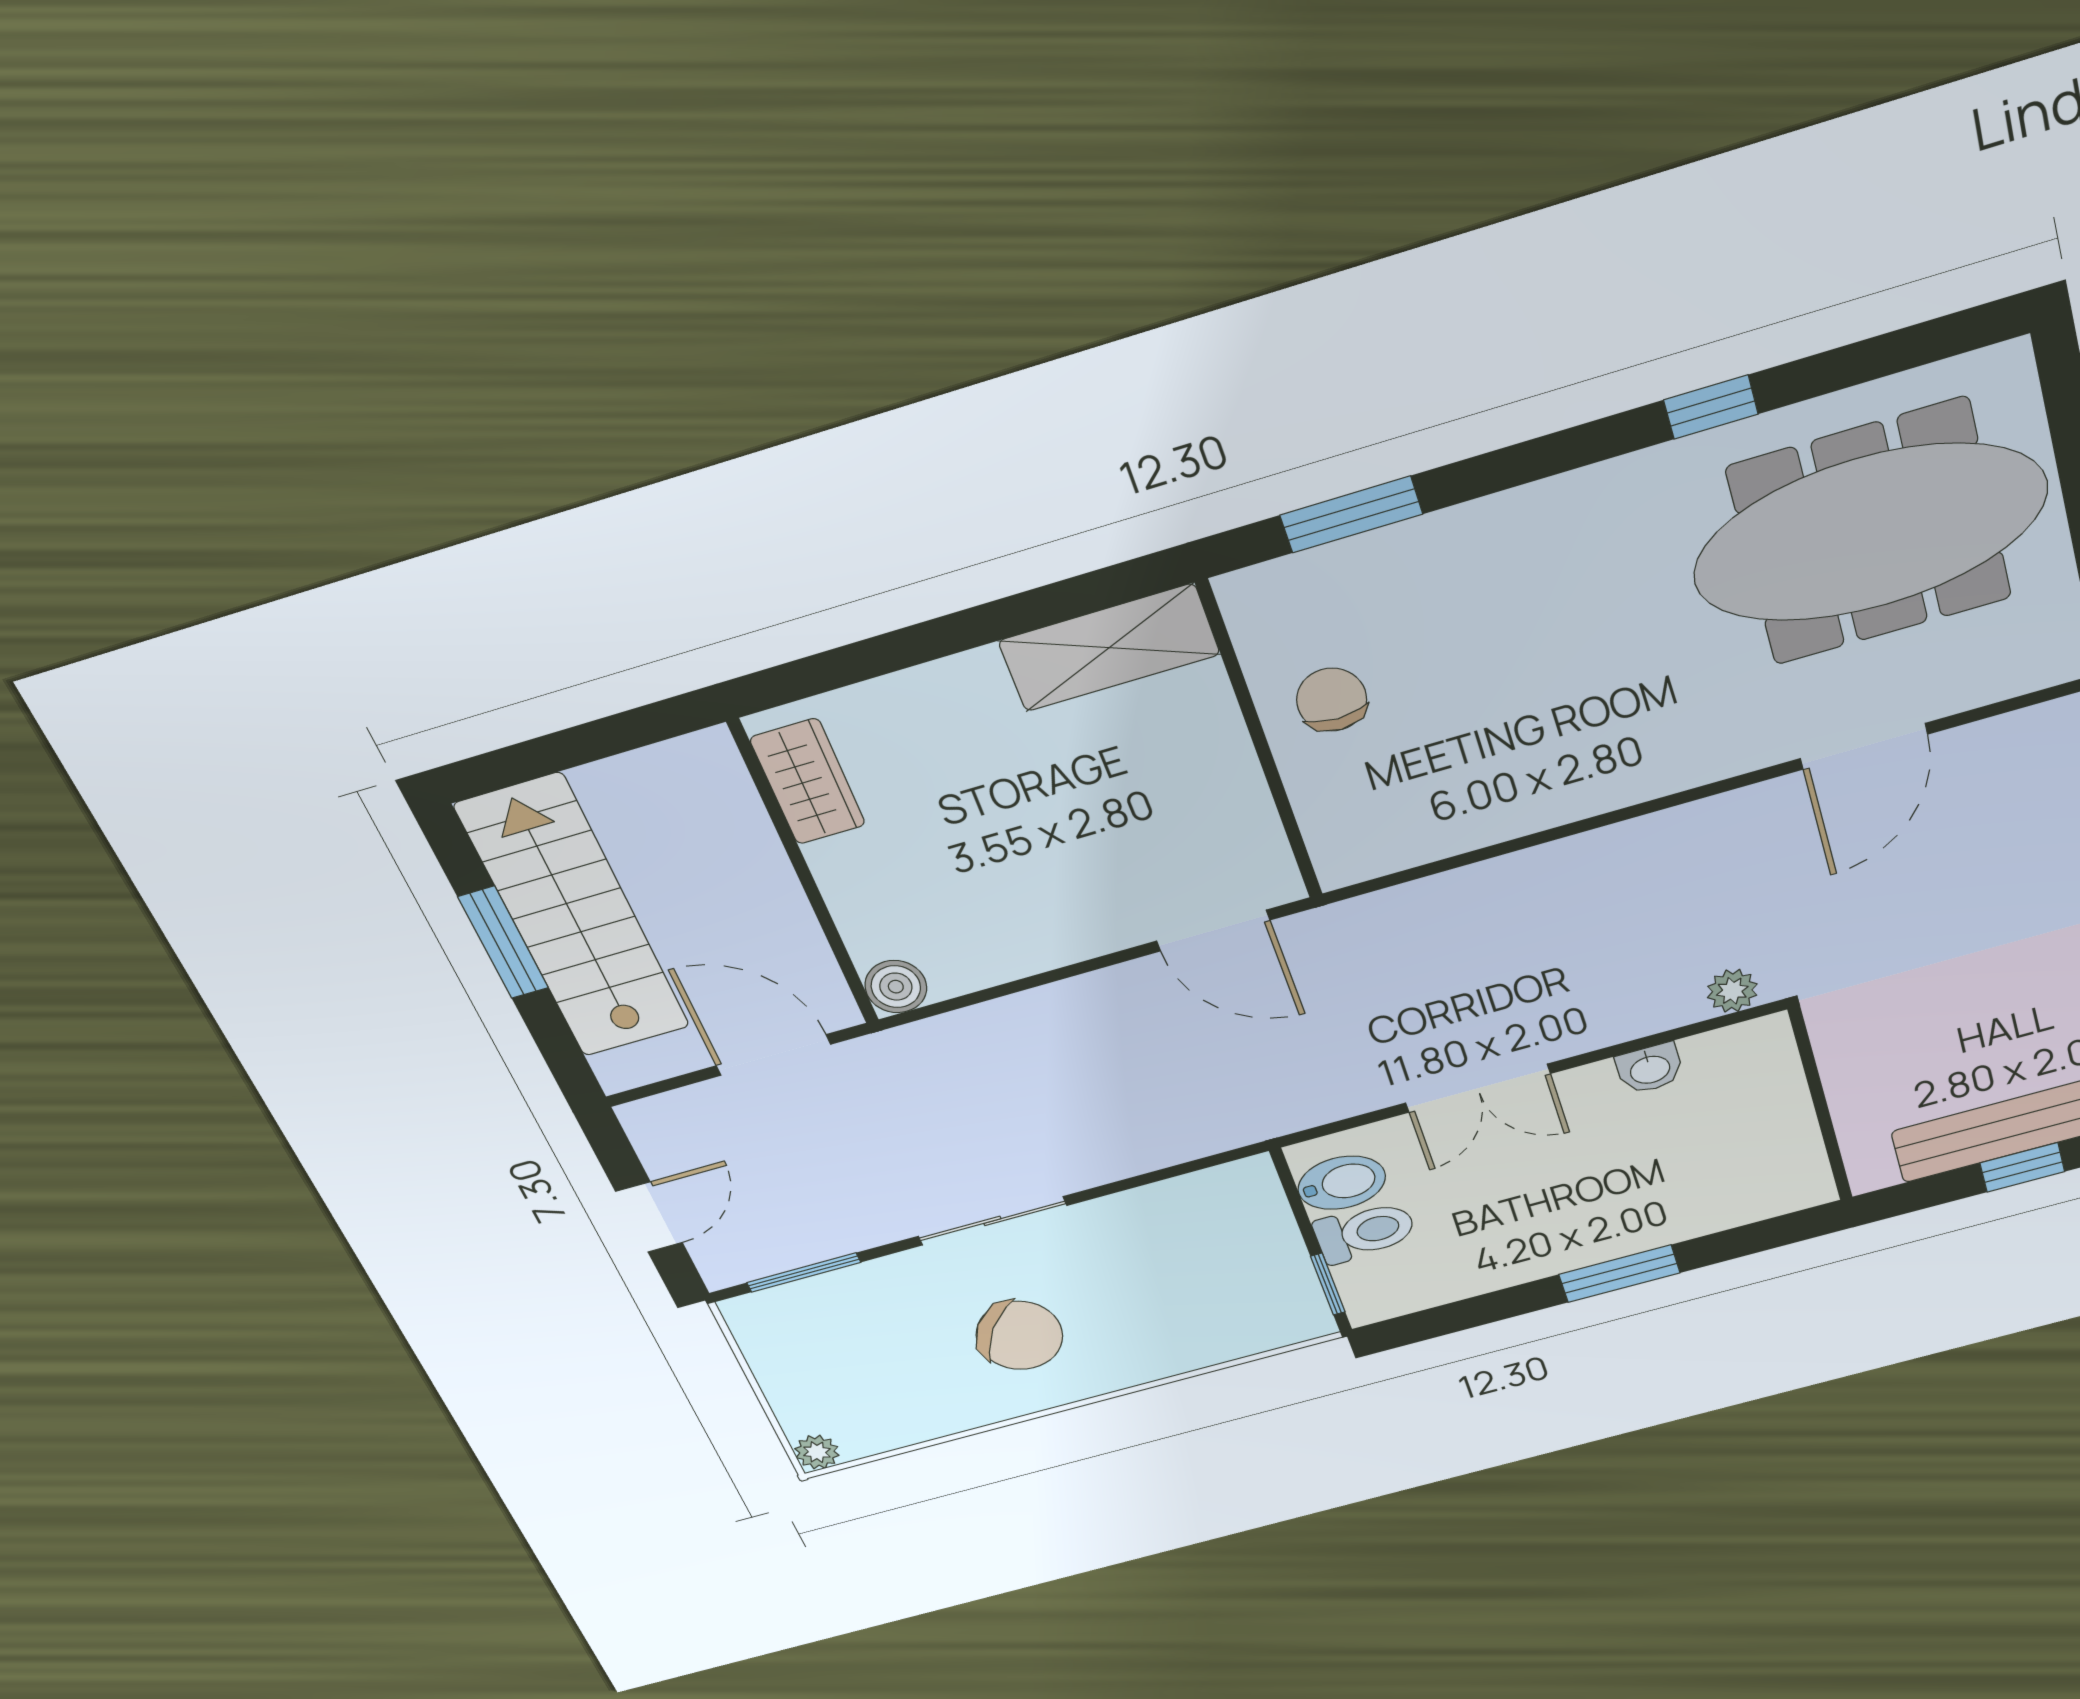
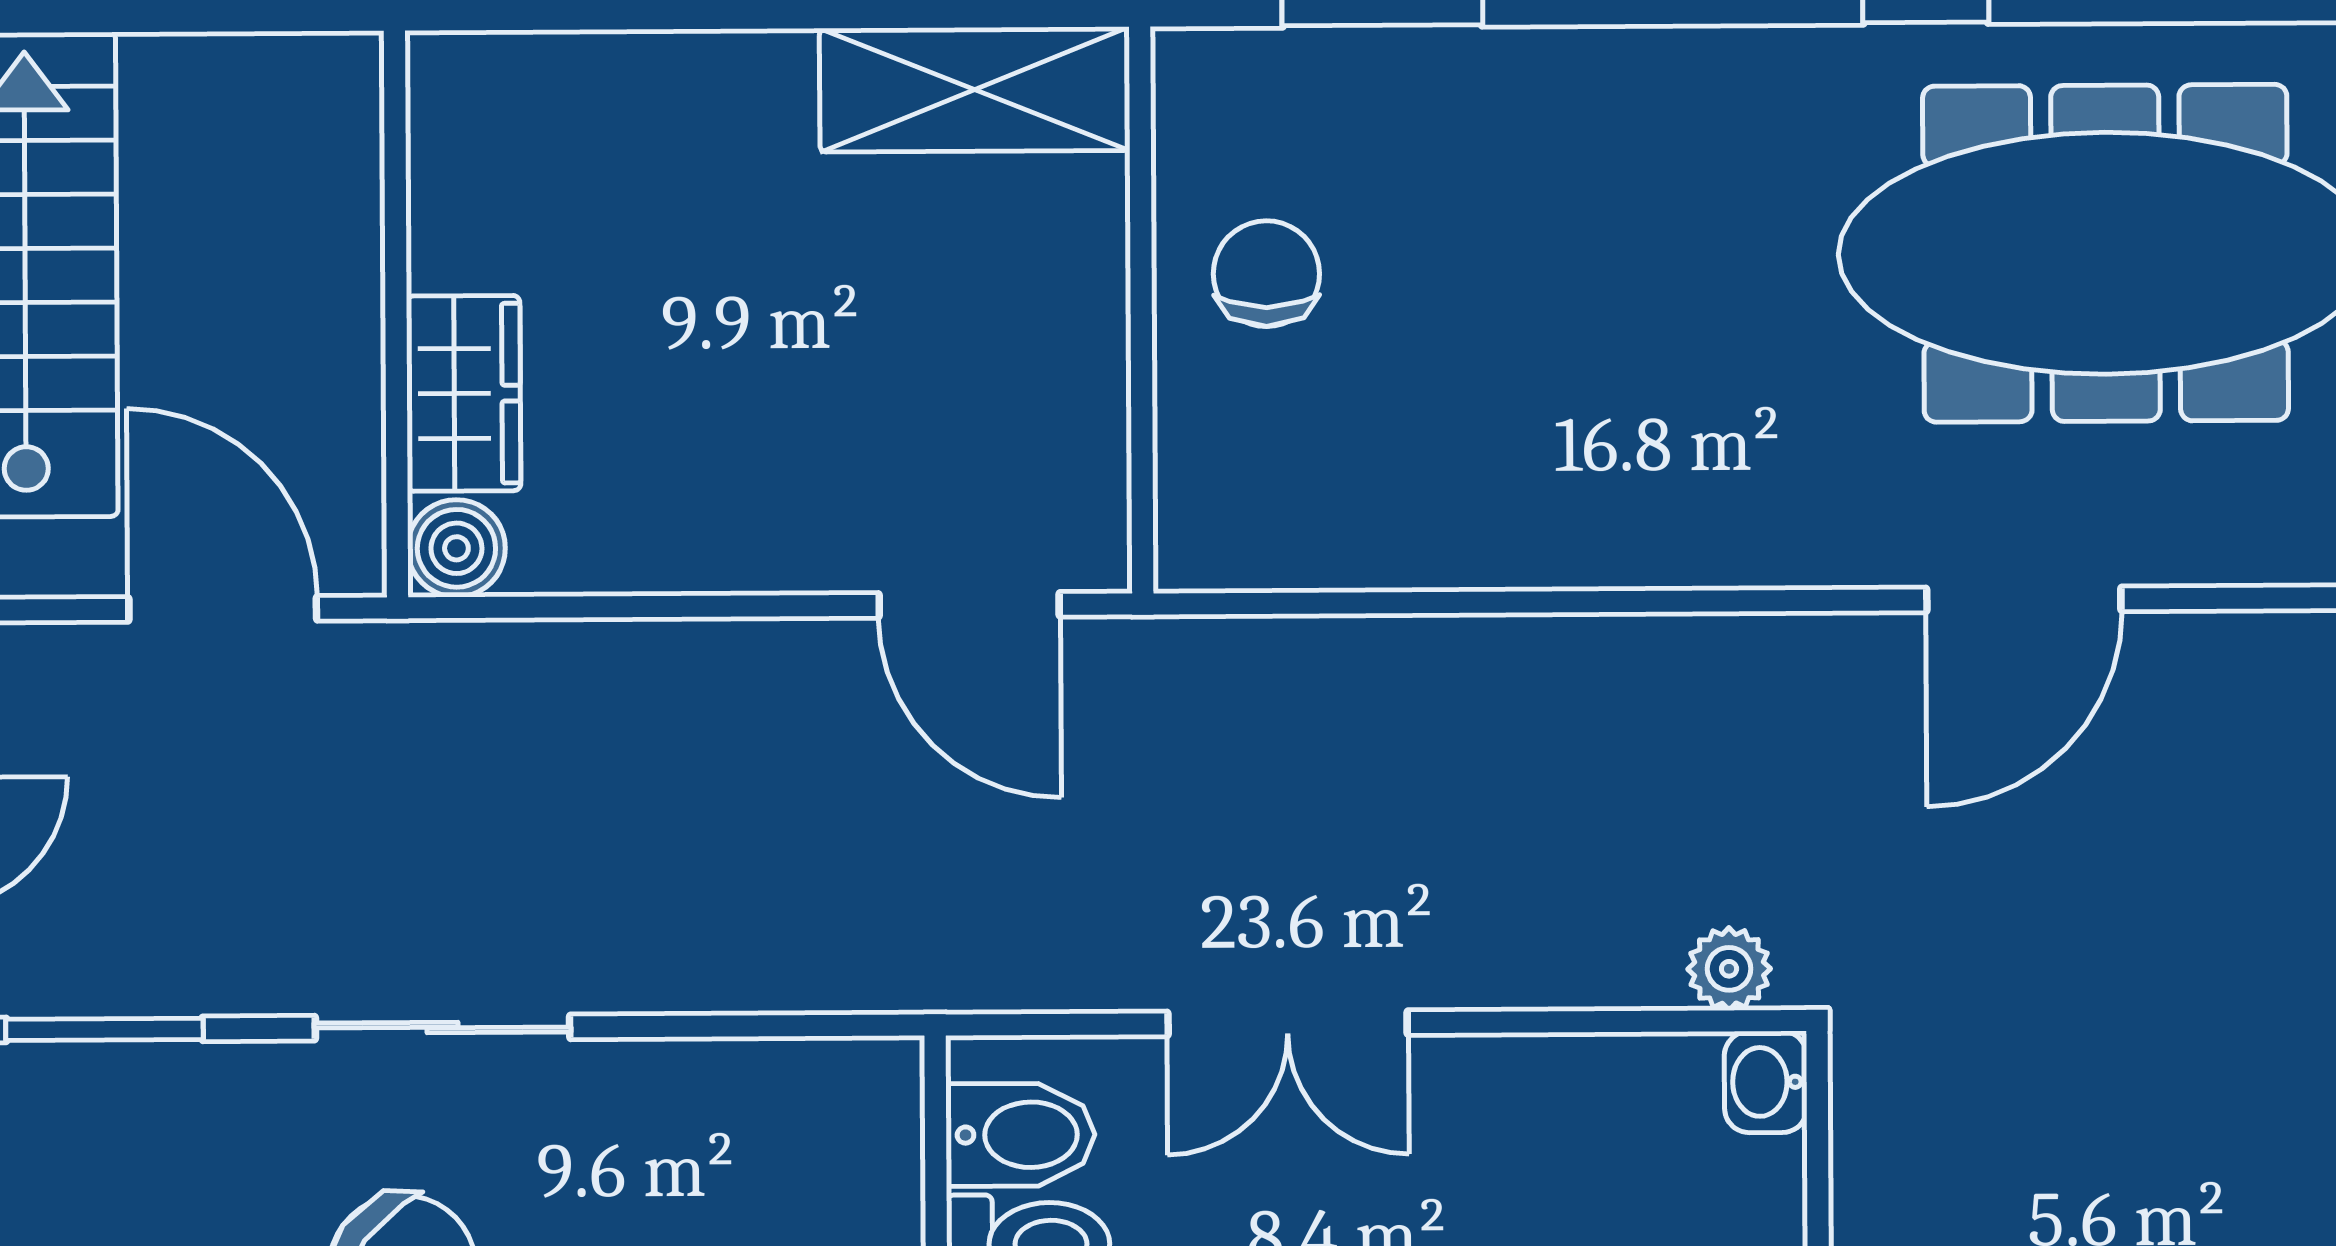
wardrobe: (808, 782) -> (464, 393), moved
washbasin: (1650, 1069) -> (1766, 1082), moved, turned 90

